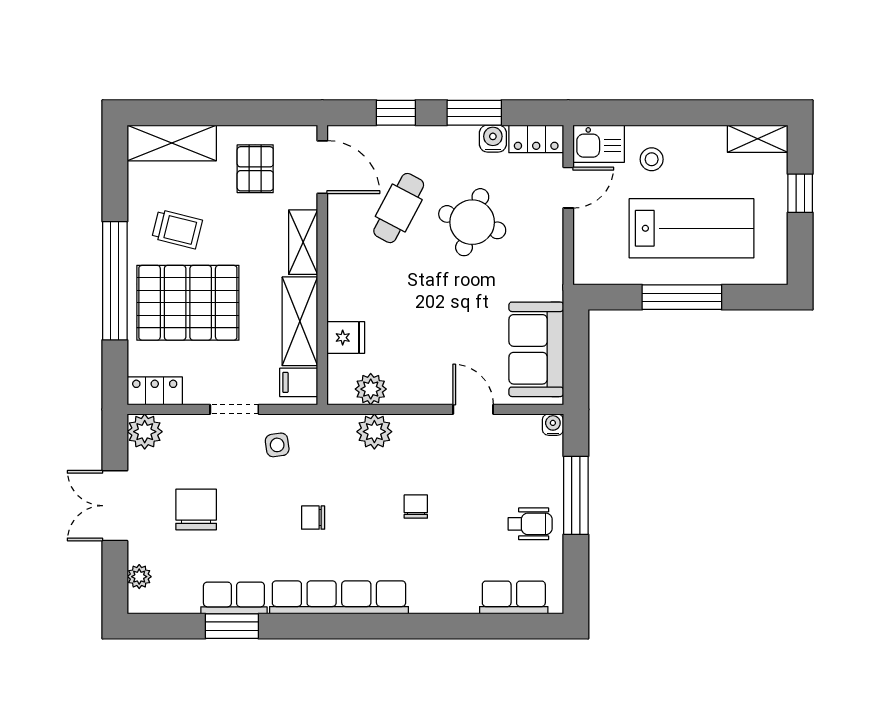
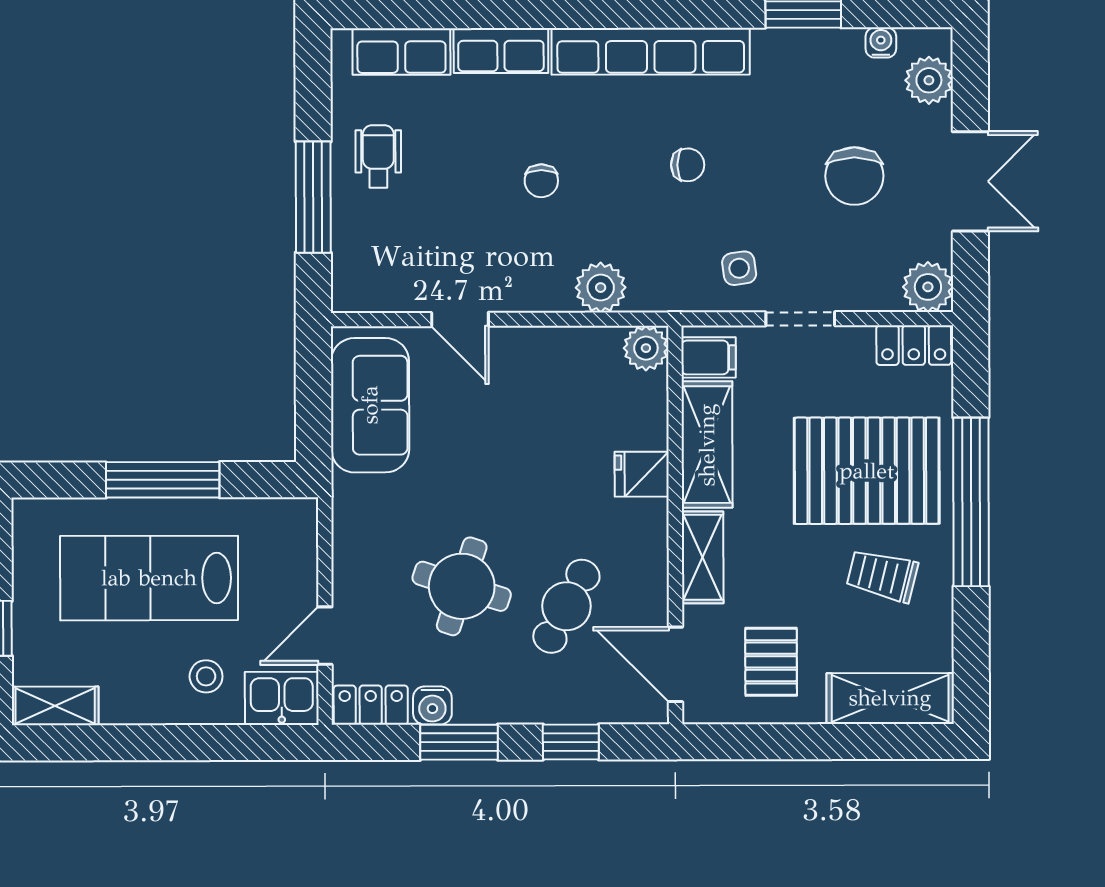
fridge: (346, 338) -> (642, 474), moved
plant: (371, 389) -> (646, 348), moved
water cooler: (553, 425) -> (881, 43), moved, turned 180
wheelchair: (530, 524) -> (378, 156), turned 90
plant: (139, 577) -> (929, 80), width x1.38, depth x1.38
row of seats: (234, 598) -> (501, 51), moved

